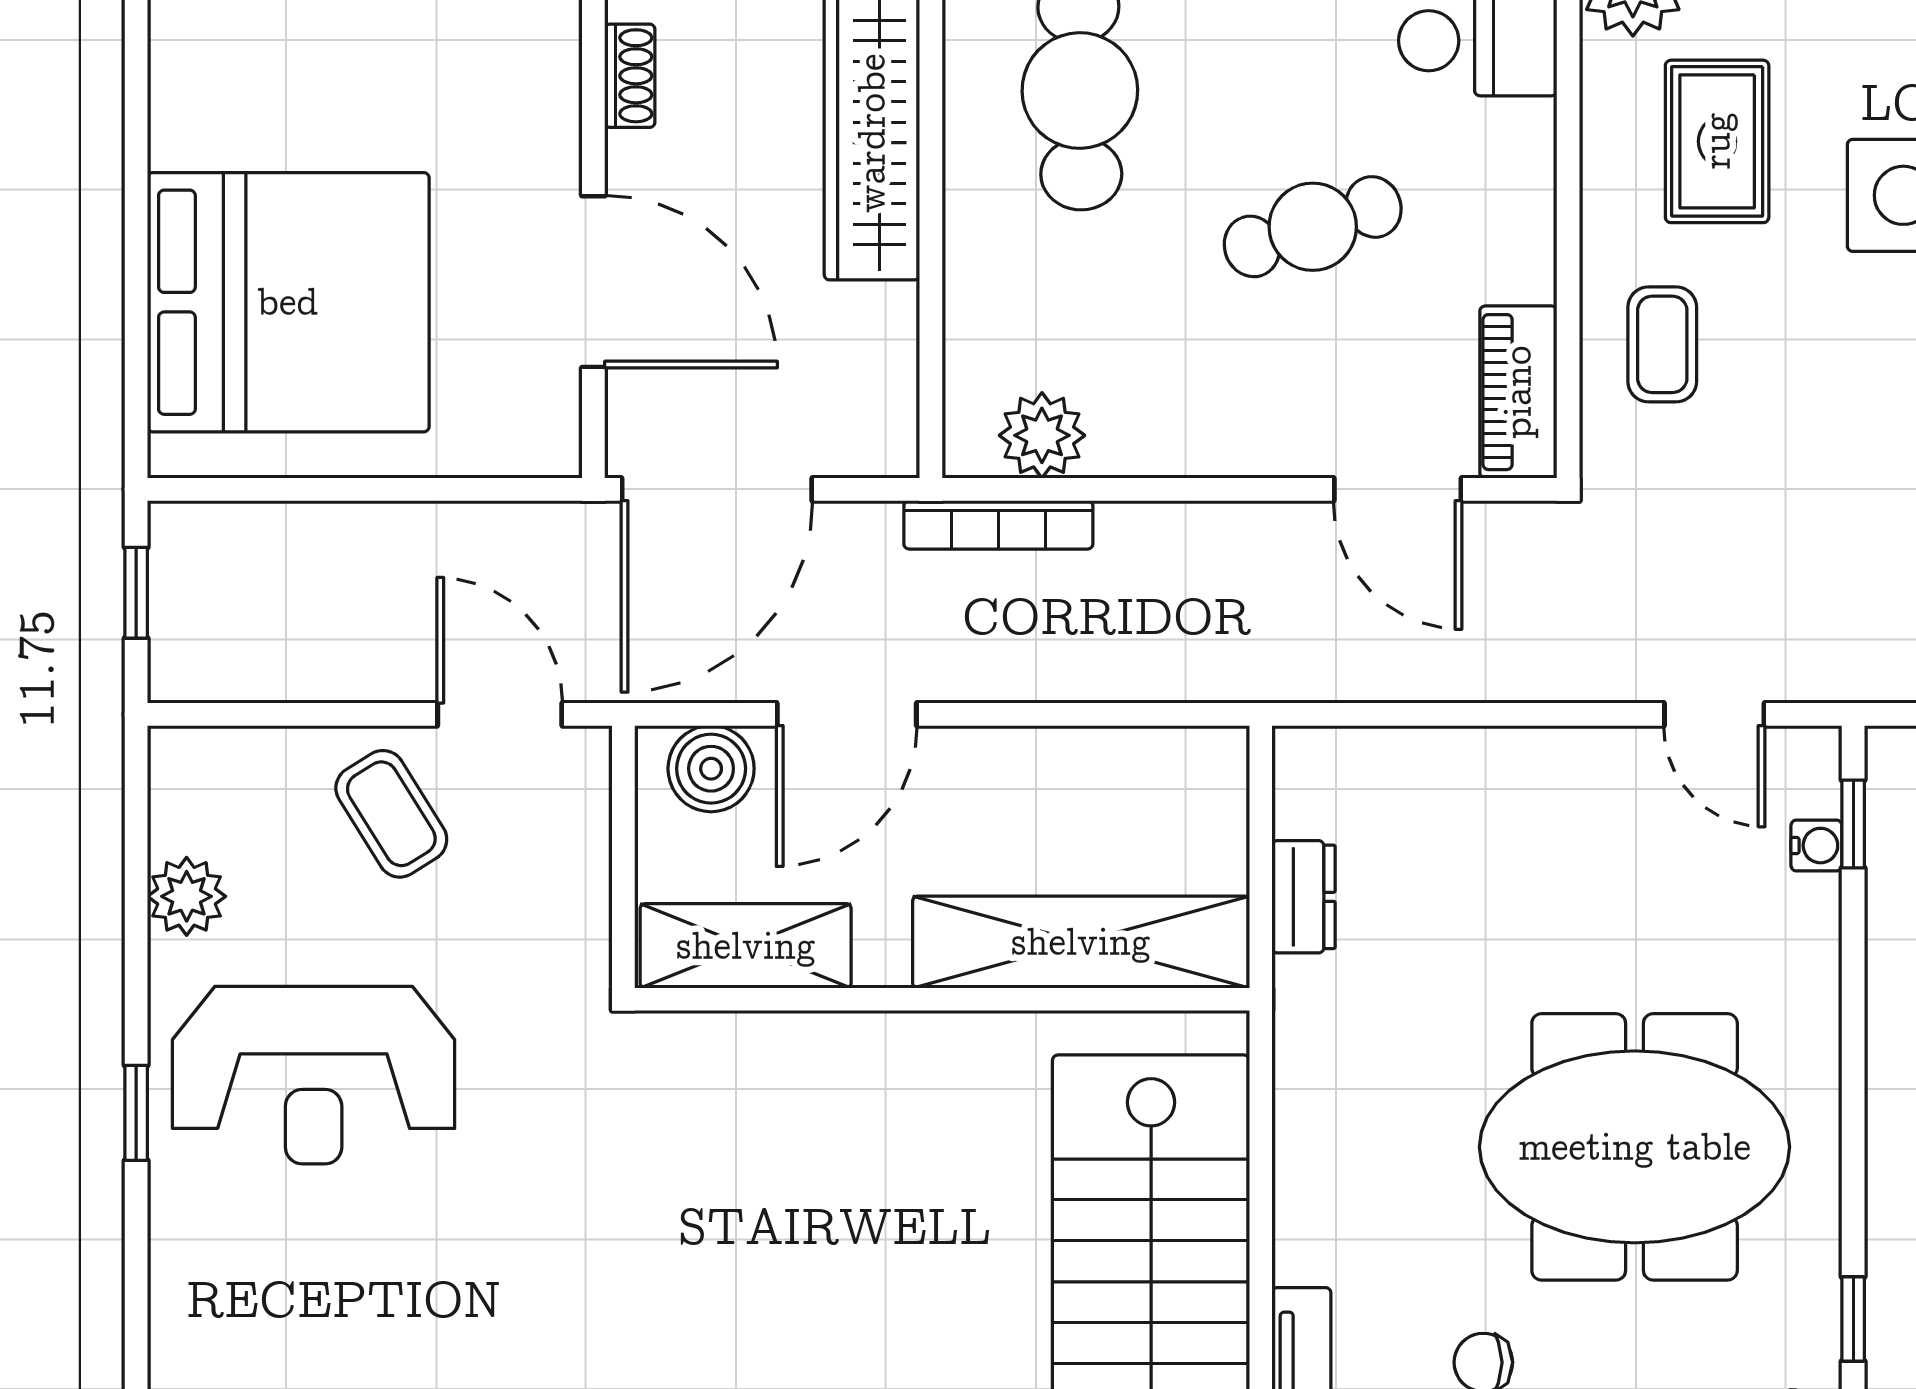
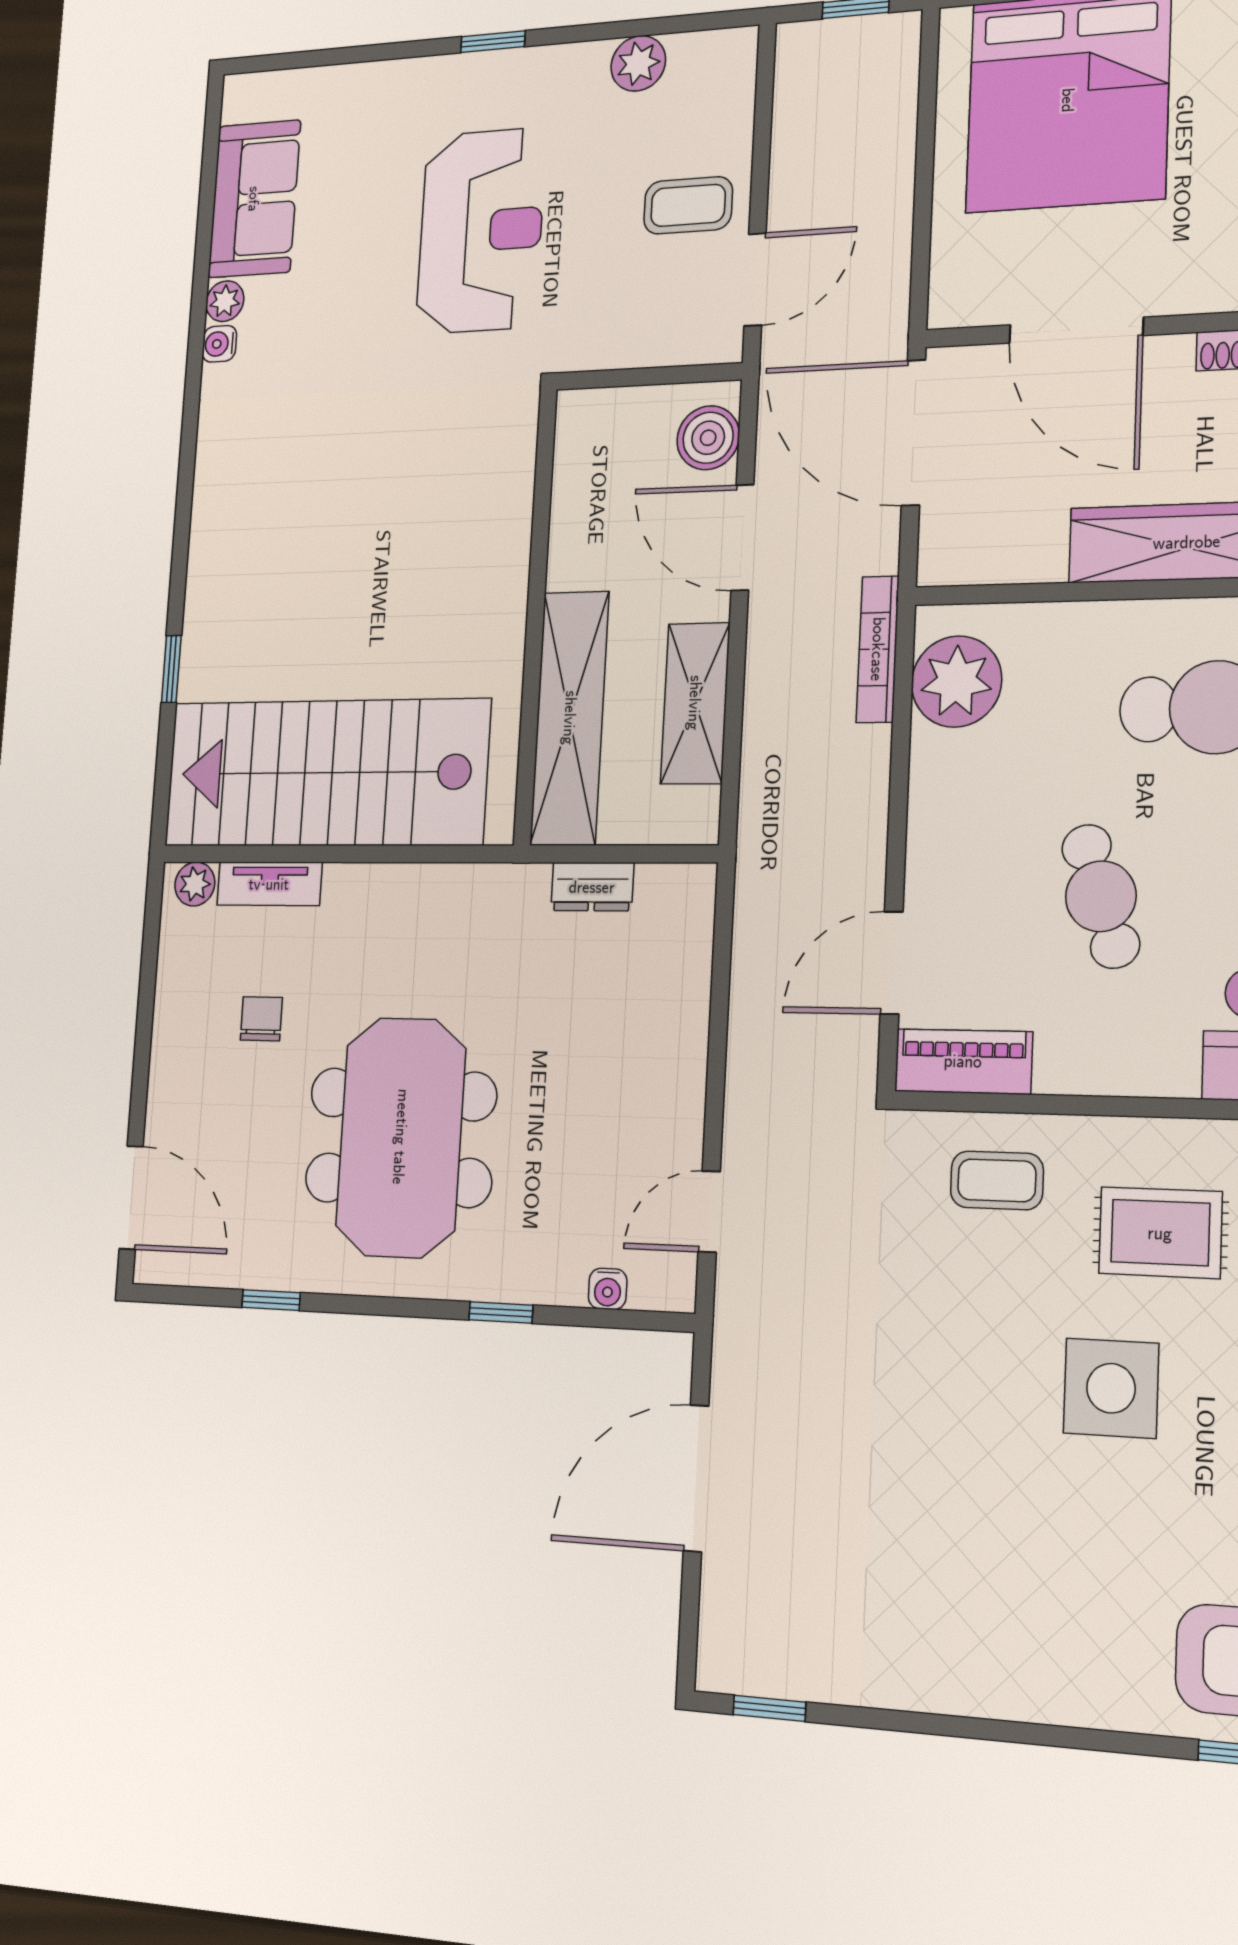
door: (593, 282) -> (1076, 330), hinge flipped
plant: (1042, 435) -> (957, 682), width x1.36, depth x1.36
coffee table: (391, 814) -> (688, 205), turned 32
window: (1853, 824) -> (501, 1312), moved
shelving: (746, 946) -> (695, 703), moved
reception desk: (314, 1075) -> (481, 231), moved, turned 180

